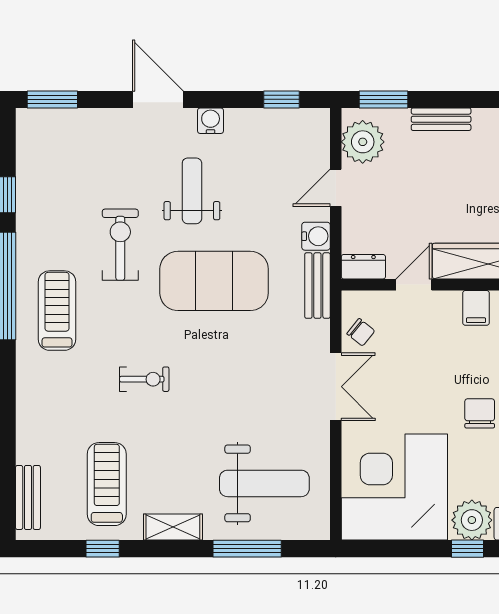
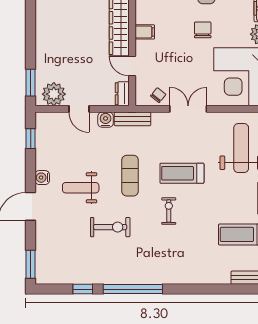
bench: (441, 119) -> (41, 51), removed
exercise bike: (120, 245) -> (110, 227), turned 180
exercise mat: (214, 281) -> (130, 176), width x0.50, depth x0.69
treadmill: (57, 311) -> (182, 173), moved
exercise bike: (144, 379) -> (169, 211), moved
chair: (480, 413) -> (203, 30), turned 90

